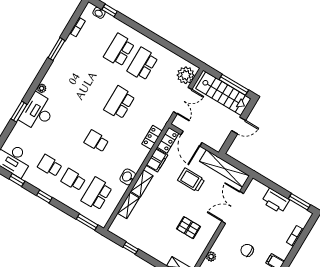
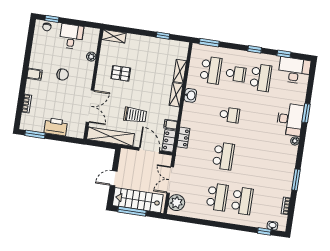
filing cabinet: (157, 160) -> (171, 125), width x0.50
school desk: (50, 166) -> (261, 78), width x1.85

